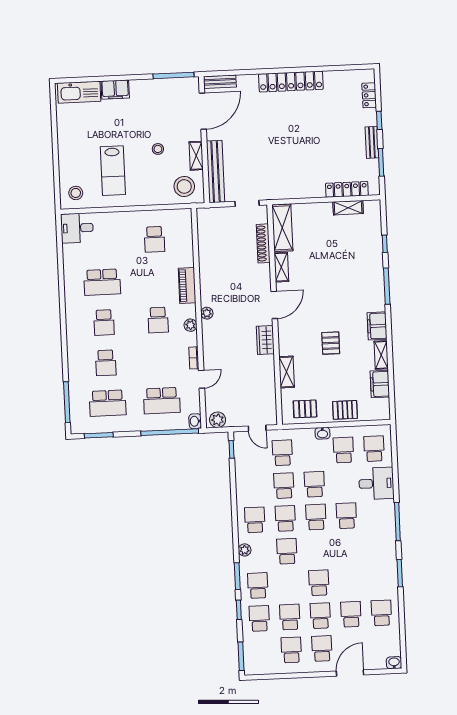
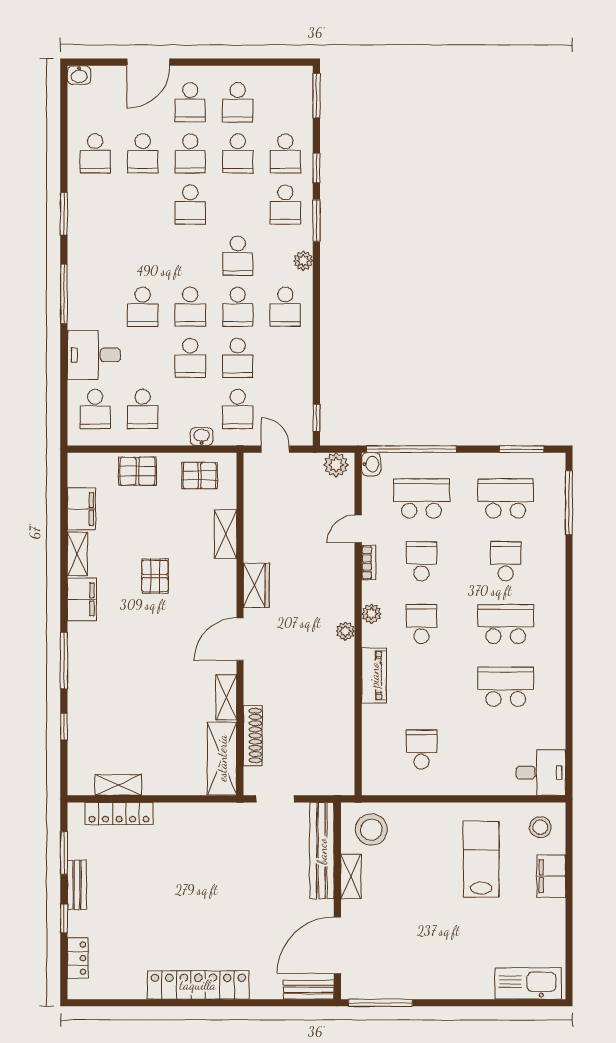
filing cabinet: (115, 90) -> (551, 876), moved, turned -90
stool: (158, 149) -> (410, 890), removed
school desk: (104, 322) -> (506, 624), width x1.85
school desk: (160, 360) -> (421, 561), added
washbasin: (322, 433) -> (202, 437), moved

